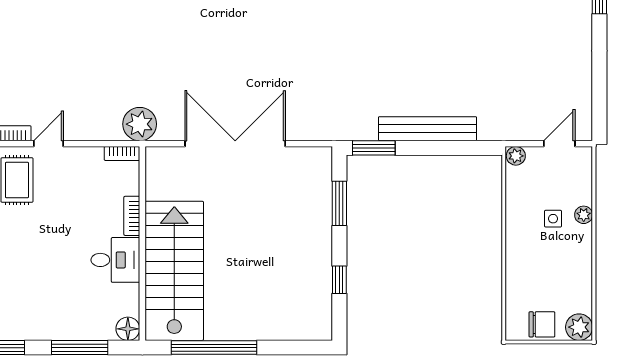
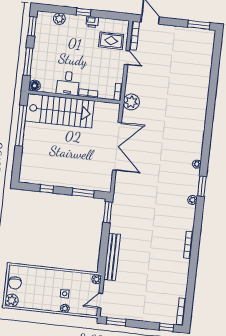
window: (599, 105) -> (116, 322), added
bench: (428, 129) -> (112, 257), moved
door: (559, 144) -> (100, 301), swing flipped

